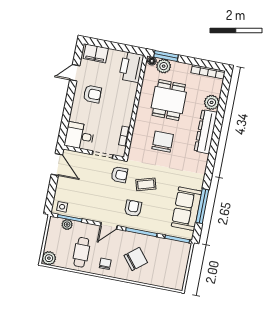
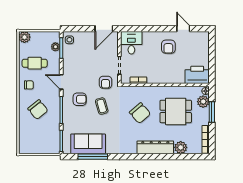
filing cabinet: (96, 53) -> (203, 43), removed
window: (166, 56) -> (212, 112), moved
chair: (163, 142) -> (140, 113), turned 49

